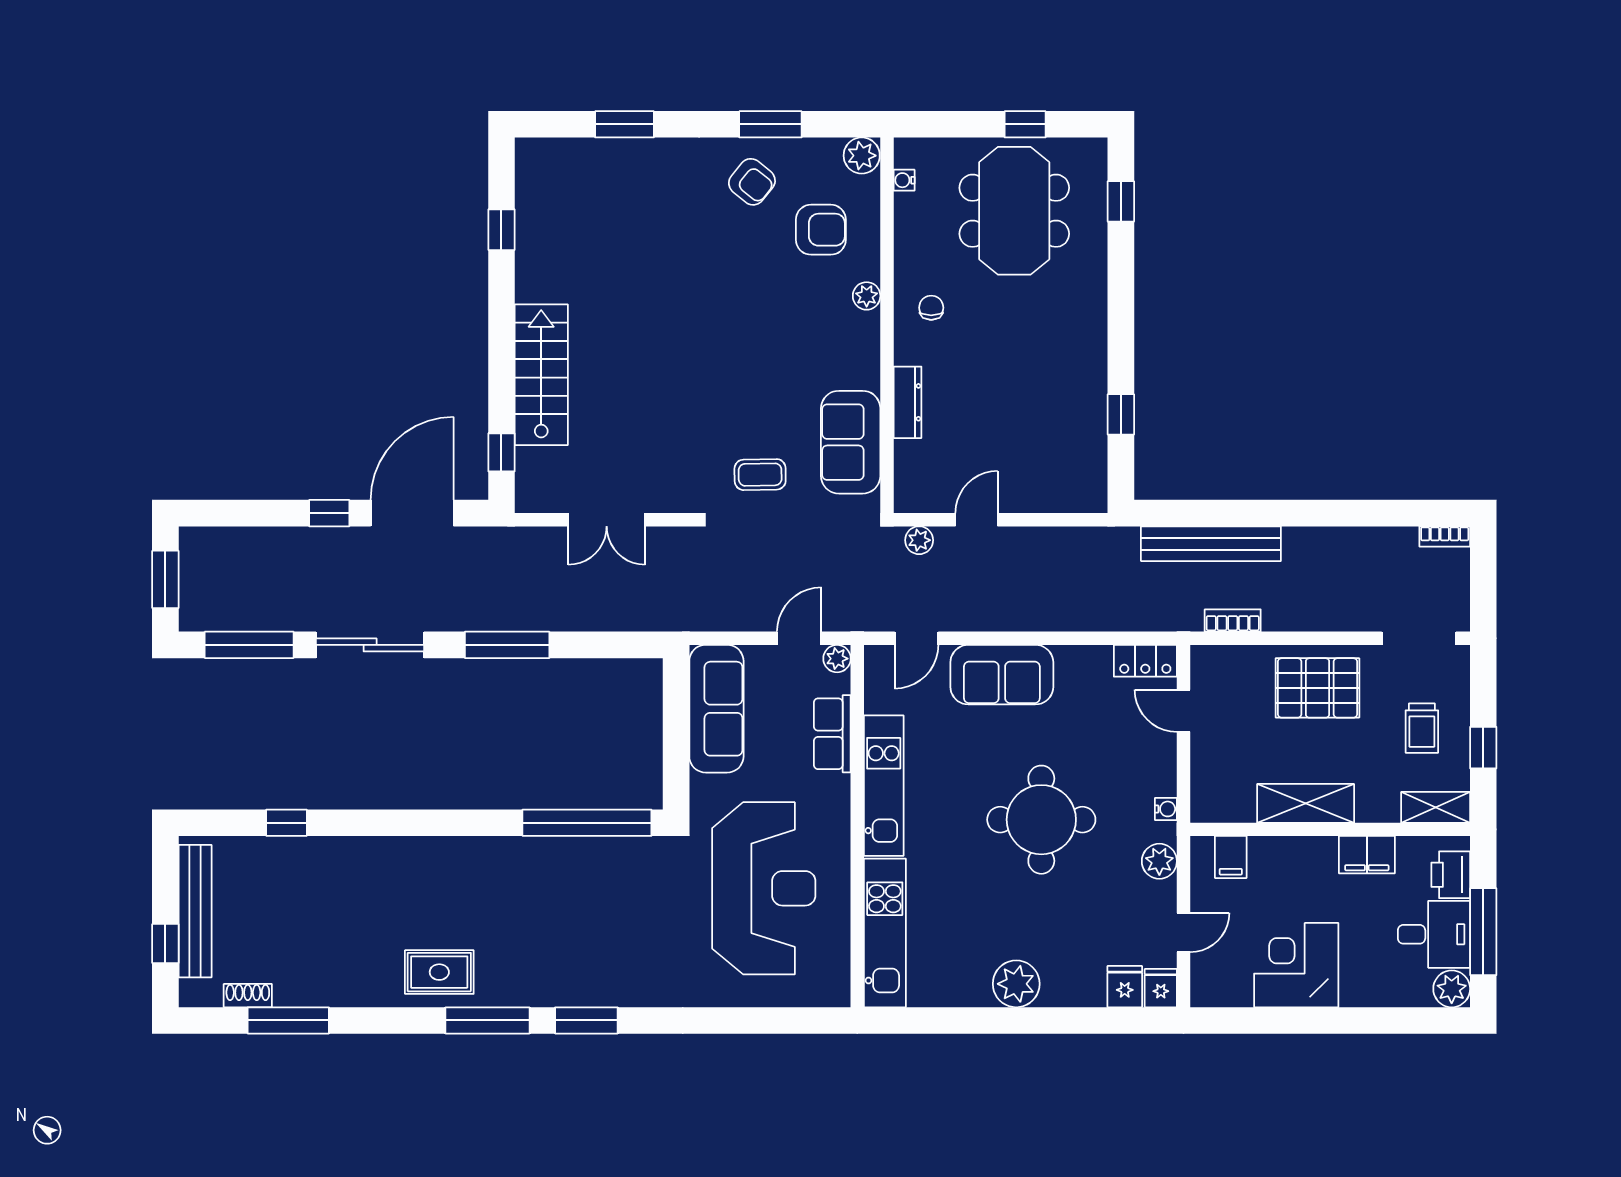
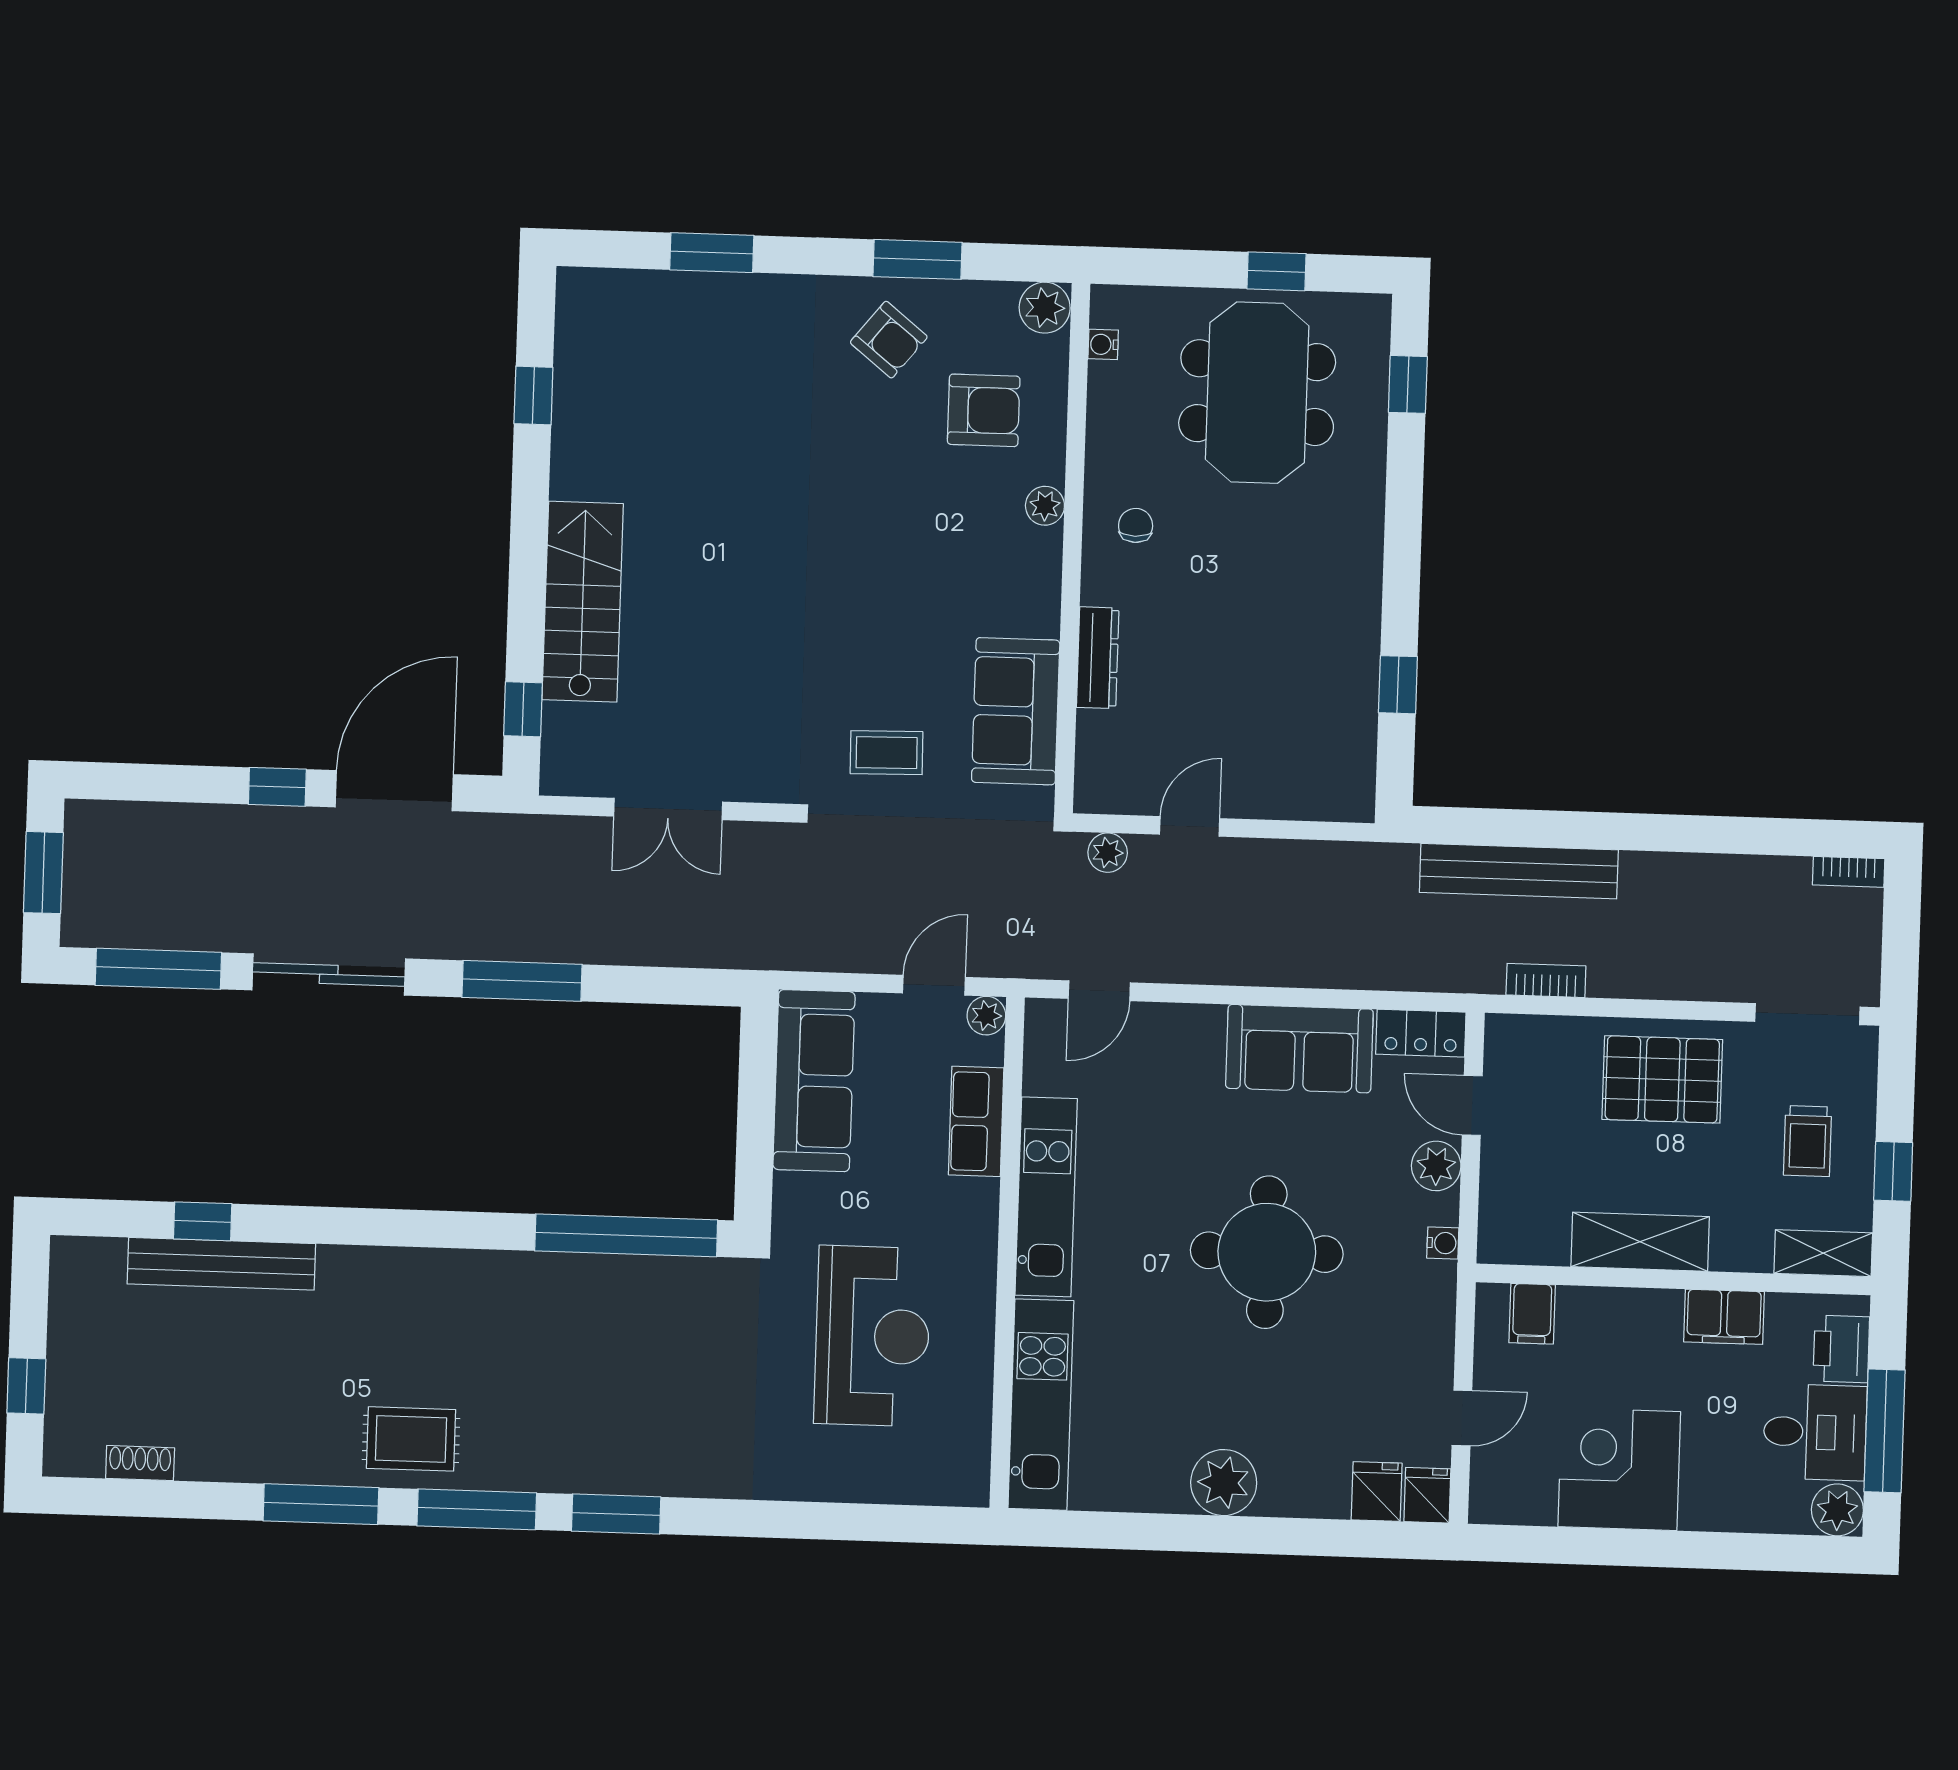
sofa: (1002, 675) -> (1299, 1049), moved
plant: (1159, 861) -> (1436, 1166), moved
reception desk: (764, 888) -> (872, 1336), width x0.74, depth x0.77
bench: (195, 911) -> (221, 1264), moved, turned 90
window: (288, 1020) -> (321, 1504), moved

